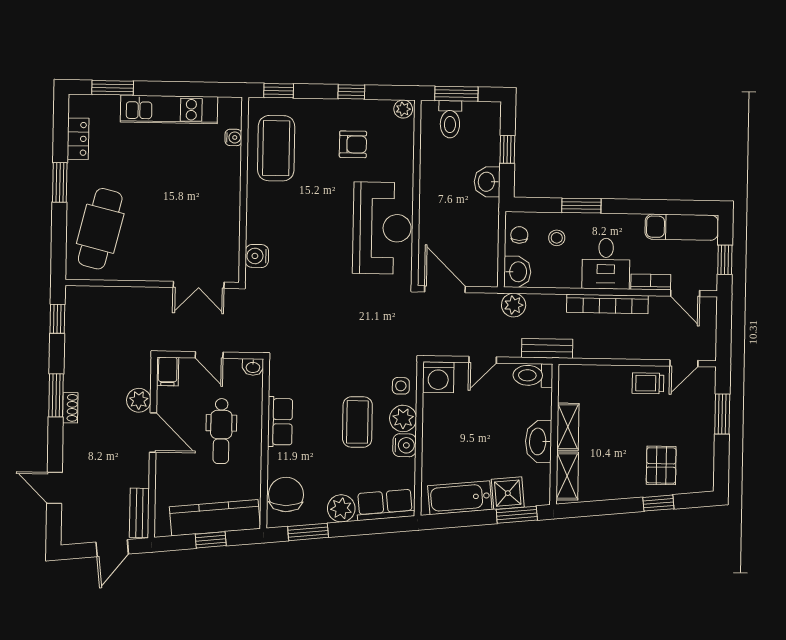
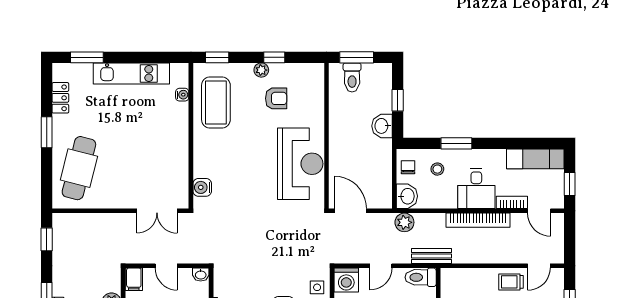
plant: (403, 109) -> (261, 70), moved

